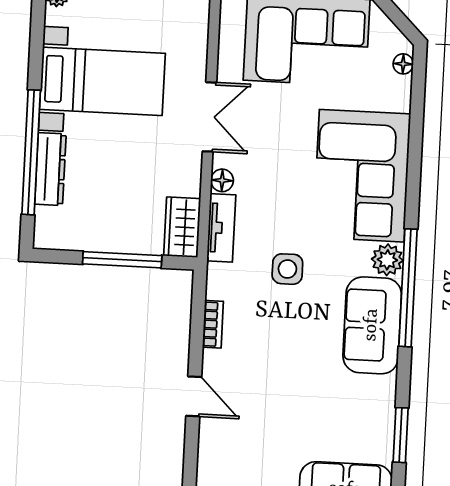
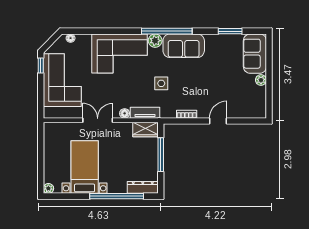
dresser: (50, 169) -> (143, 187), moved

